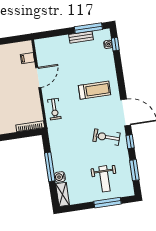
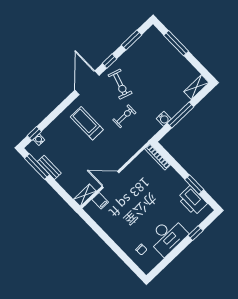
shelving: (40, 49) -> (85, 195), added
exercise bike: (54, 109) -> (124, 116), moved
water cooler: (60, 177) -> (164, 119), moved
weight bench: (105, 179) -> (157, 60), removed

